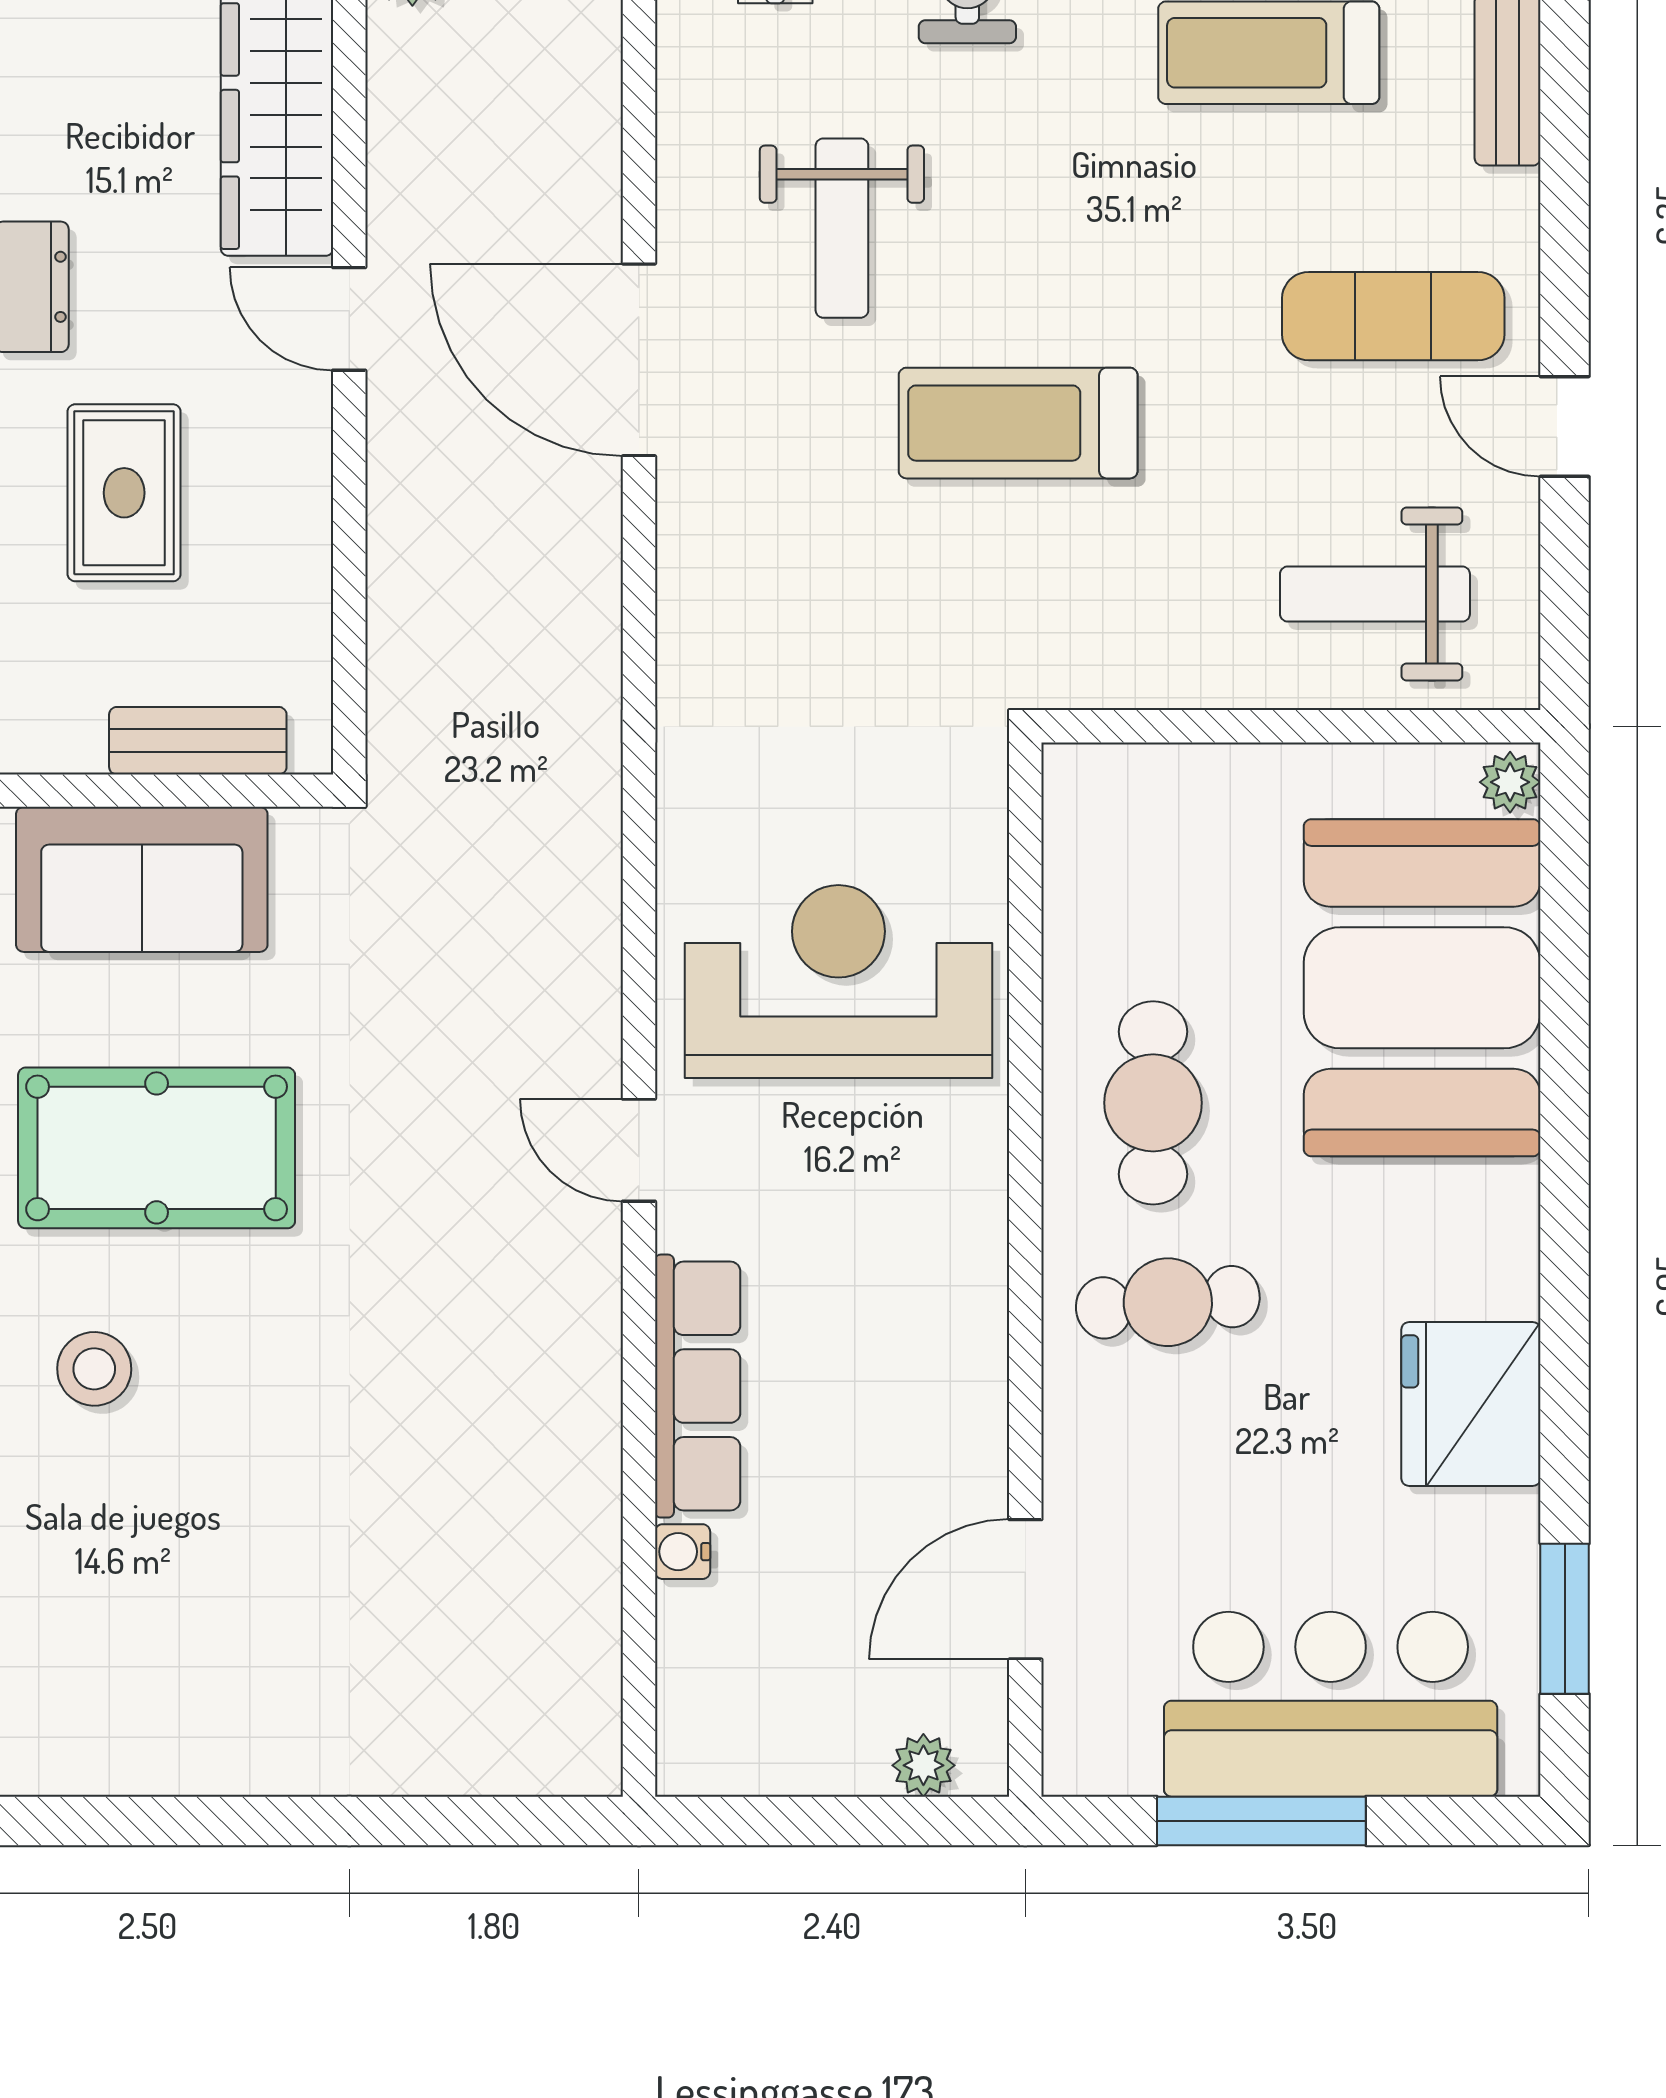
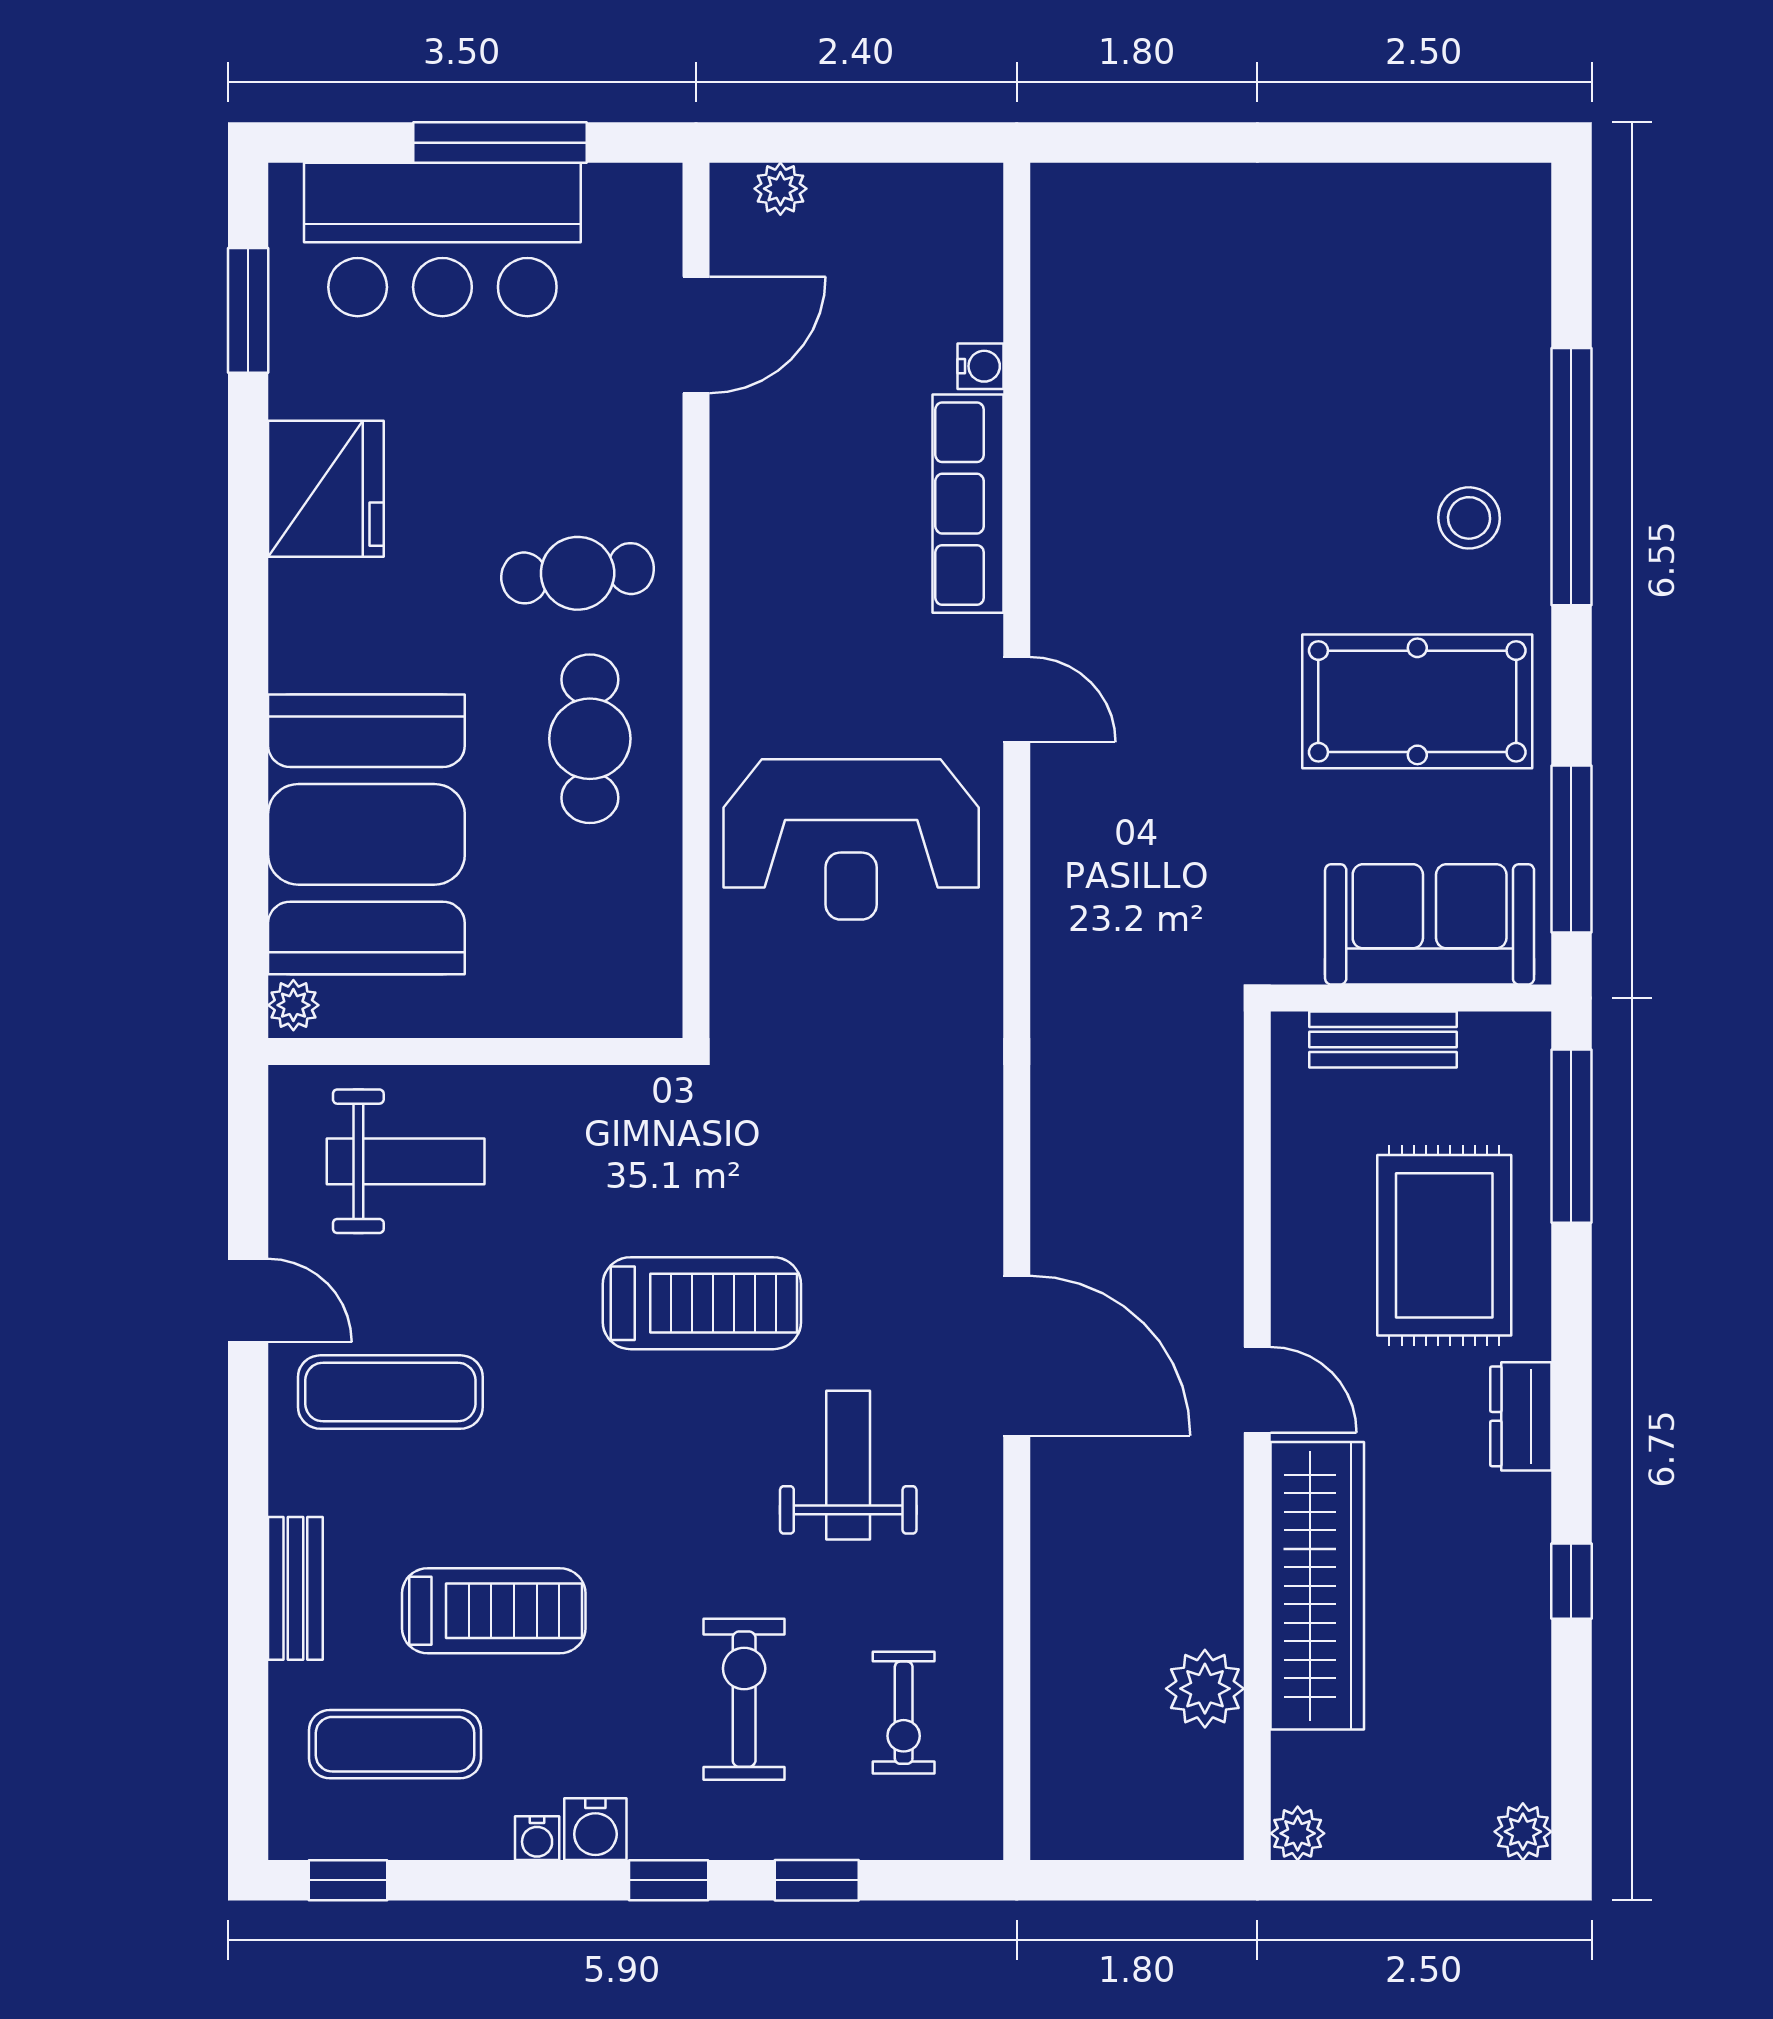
rug: (124, 493) -> (1444, 1245), width x1.36, depth x1.43

